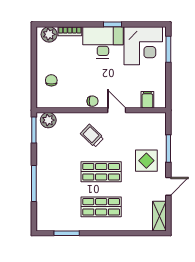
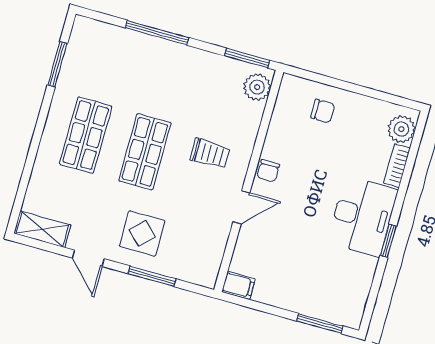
corner desk: (143, 46) -> (338, 283), removed
filing cabinet: (147, 100) -> (238, 285), moved
trolley: (92, 136) -> (210, 153), turned 46

